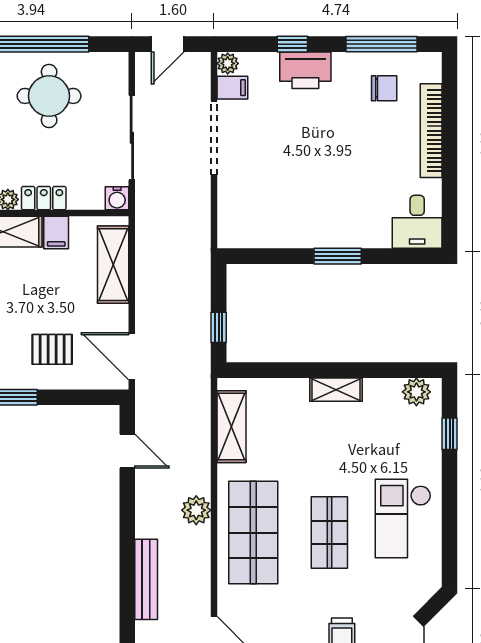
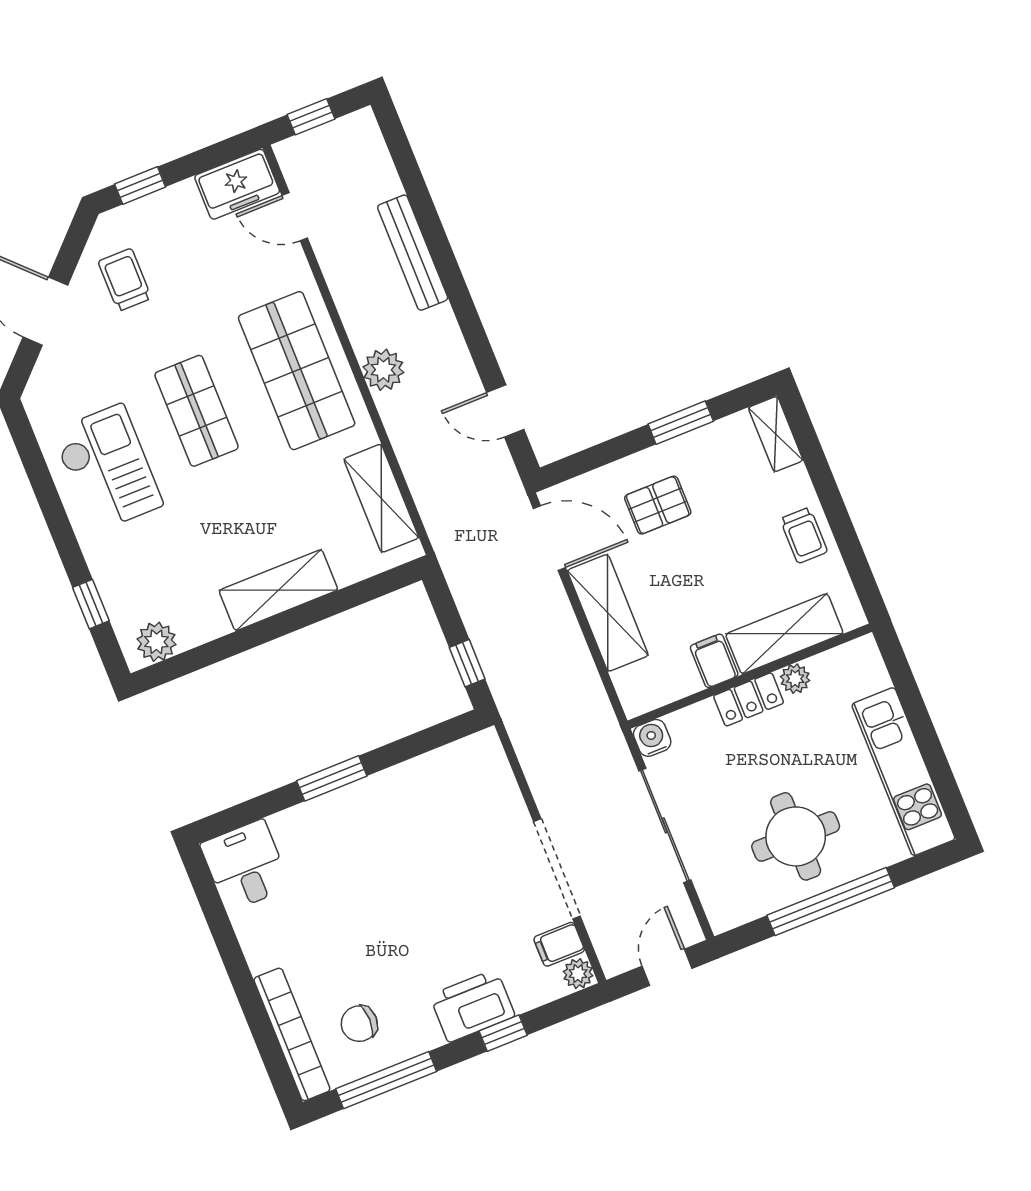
bookcase: (431, 131) -> (292, 1034), moved
shelving: (113, 265) -> (608, 613), moved
window: (219, 327) -> (467, 663), moved
shelving: (336, 390) -> (278, 590), width x1.50, depth x1.33

